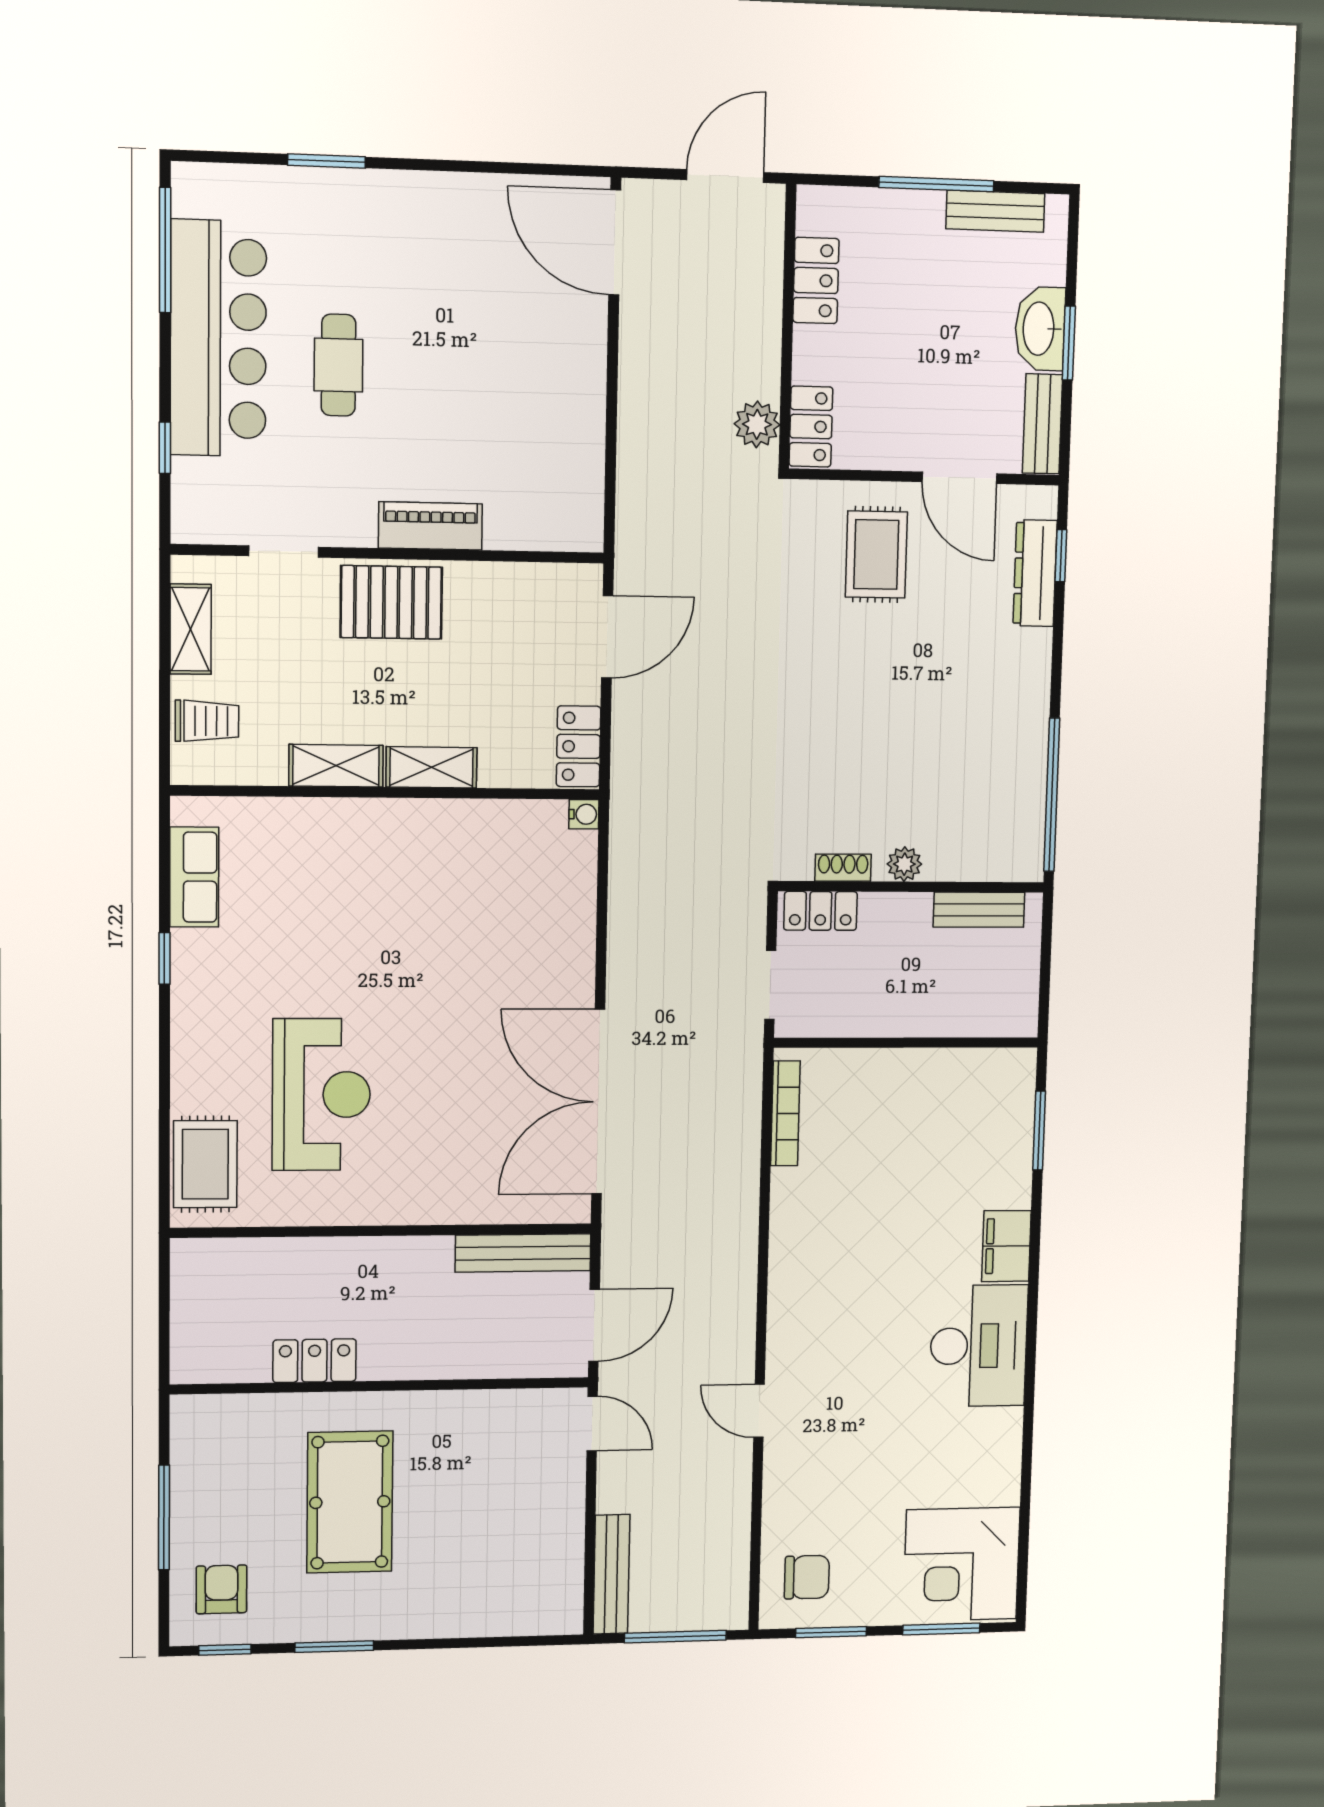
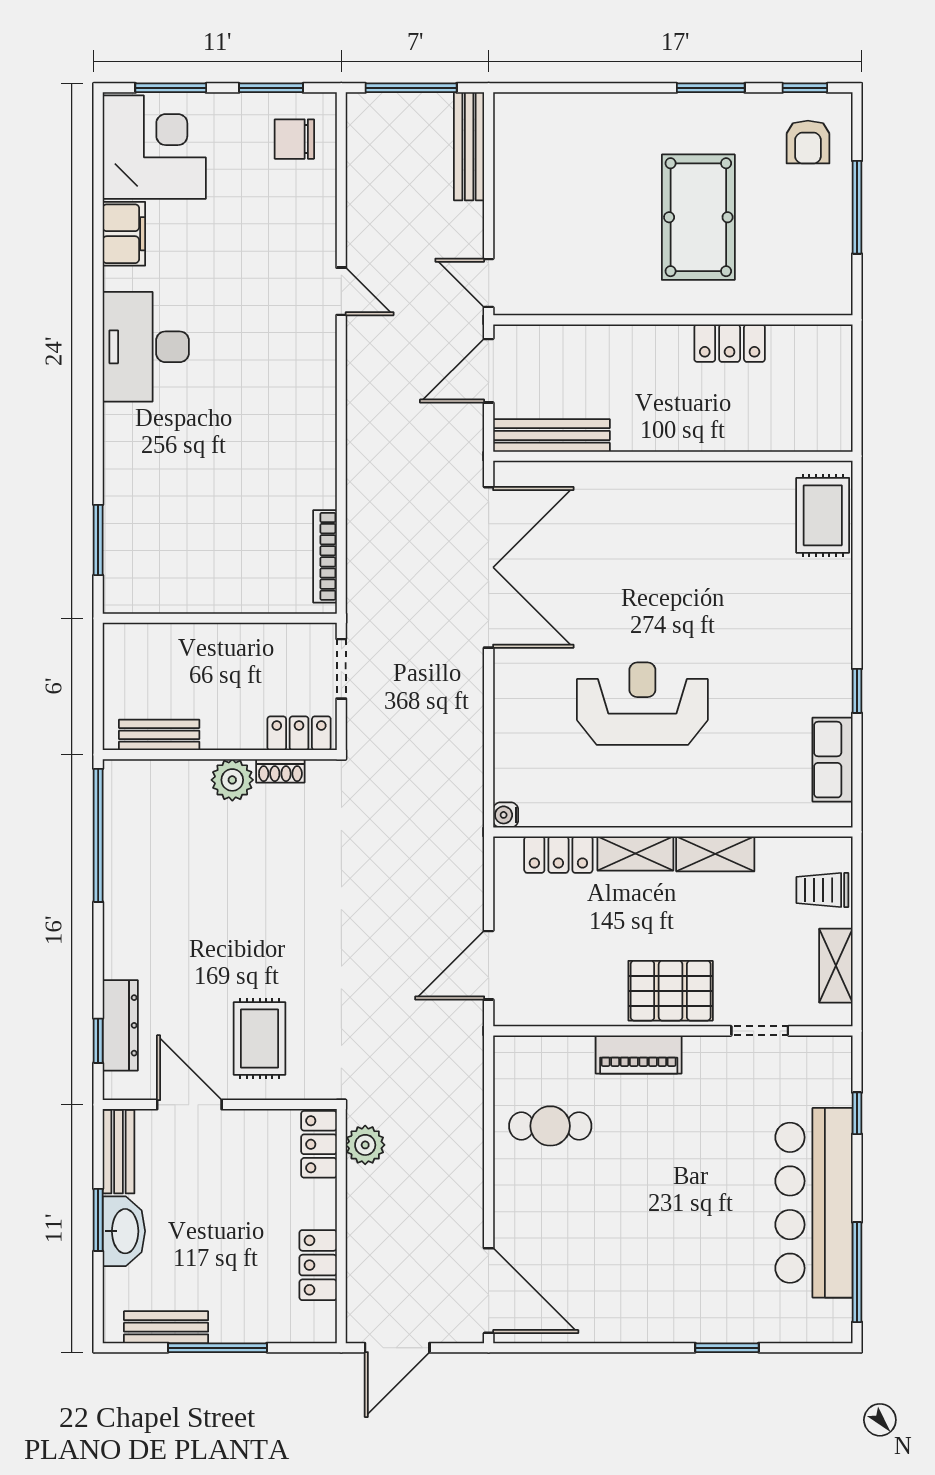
cafe table: (338, 365) -> (550, 1126), moved, turned 90
locker: (579, 746) -> (558, 855), moved, turned 90
plant: (904, 864) -> (232, 780), width x1.38, depth x1.38
reception desk: (321, 1095) -> (642, 704), moved, turned 90
filing cabinet: (1006, 1246) -> (124, 234), moved

